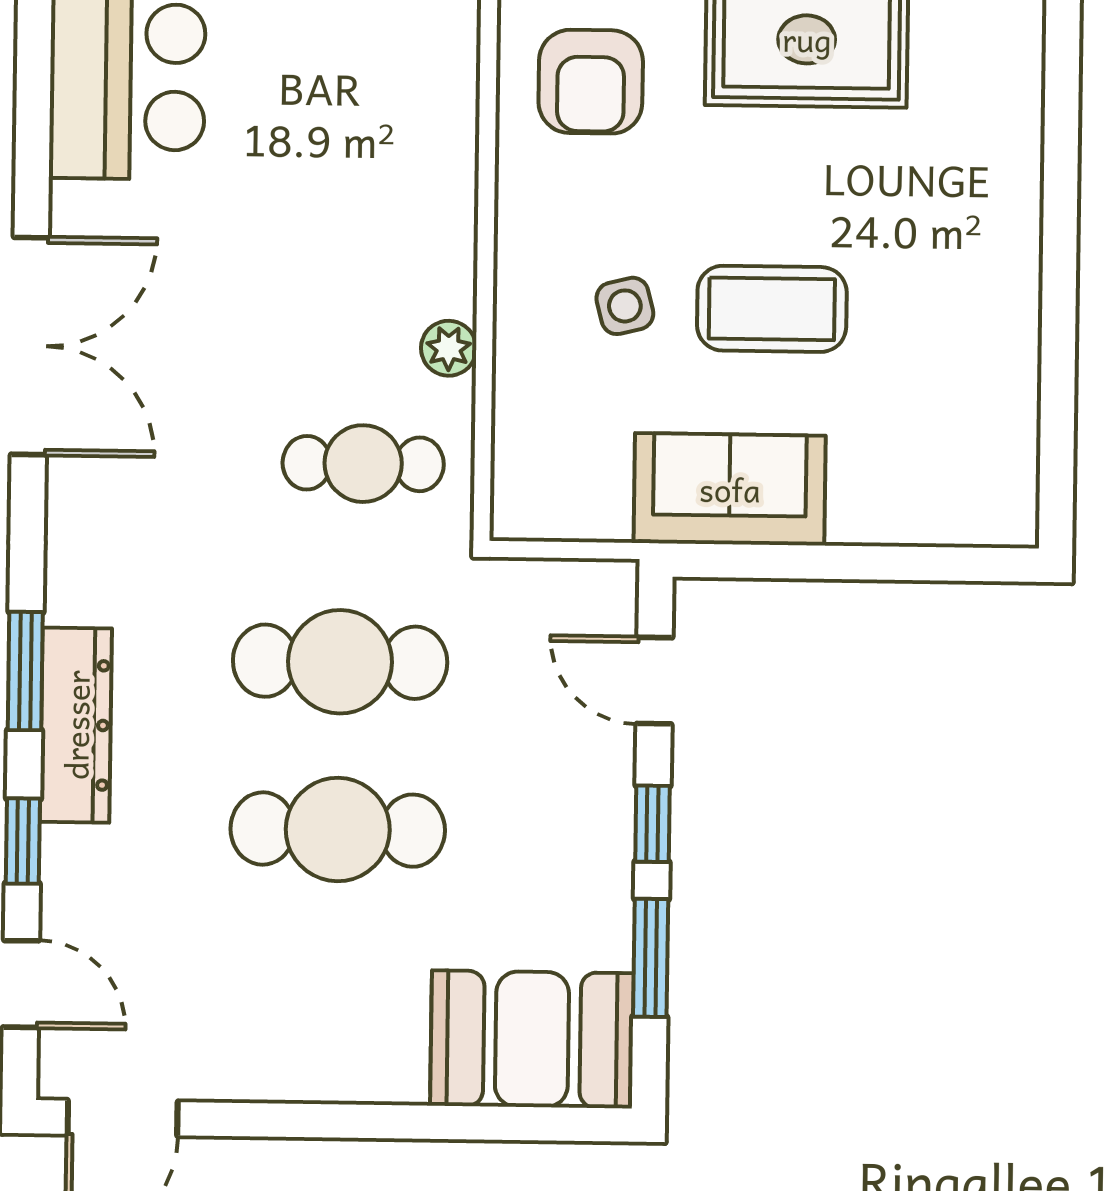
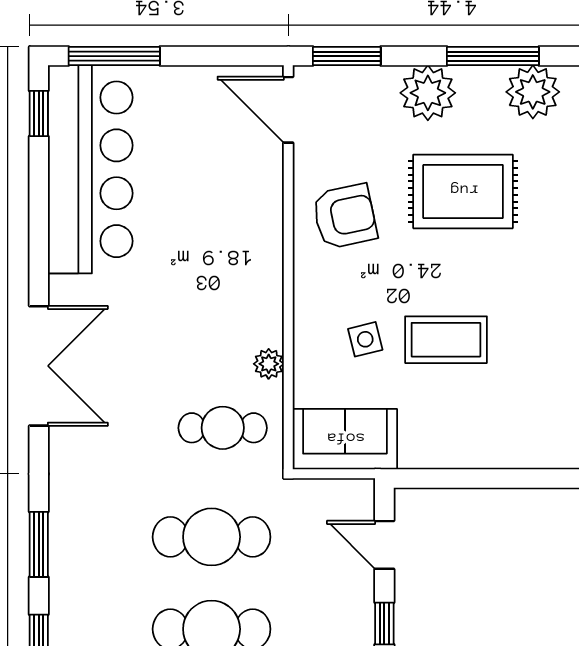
armchair: (591, 82) -> (345, 216), turned -102
sofa: (730, 489) -> (345, 439), moved
dresser: (76, 725) -> (67, 574), removed

